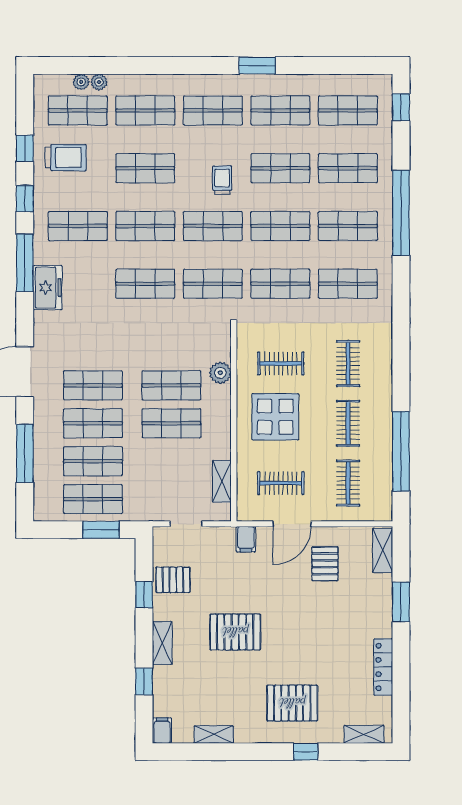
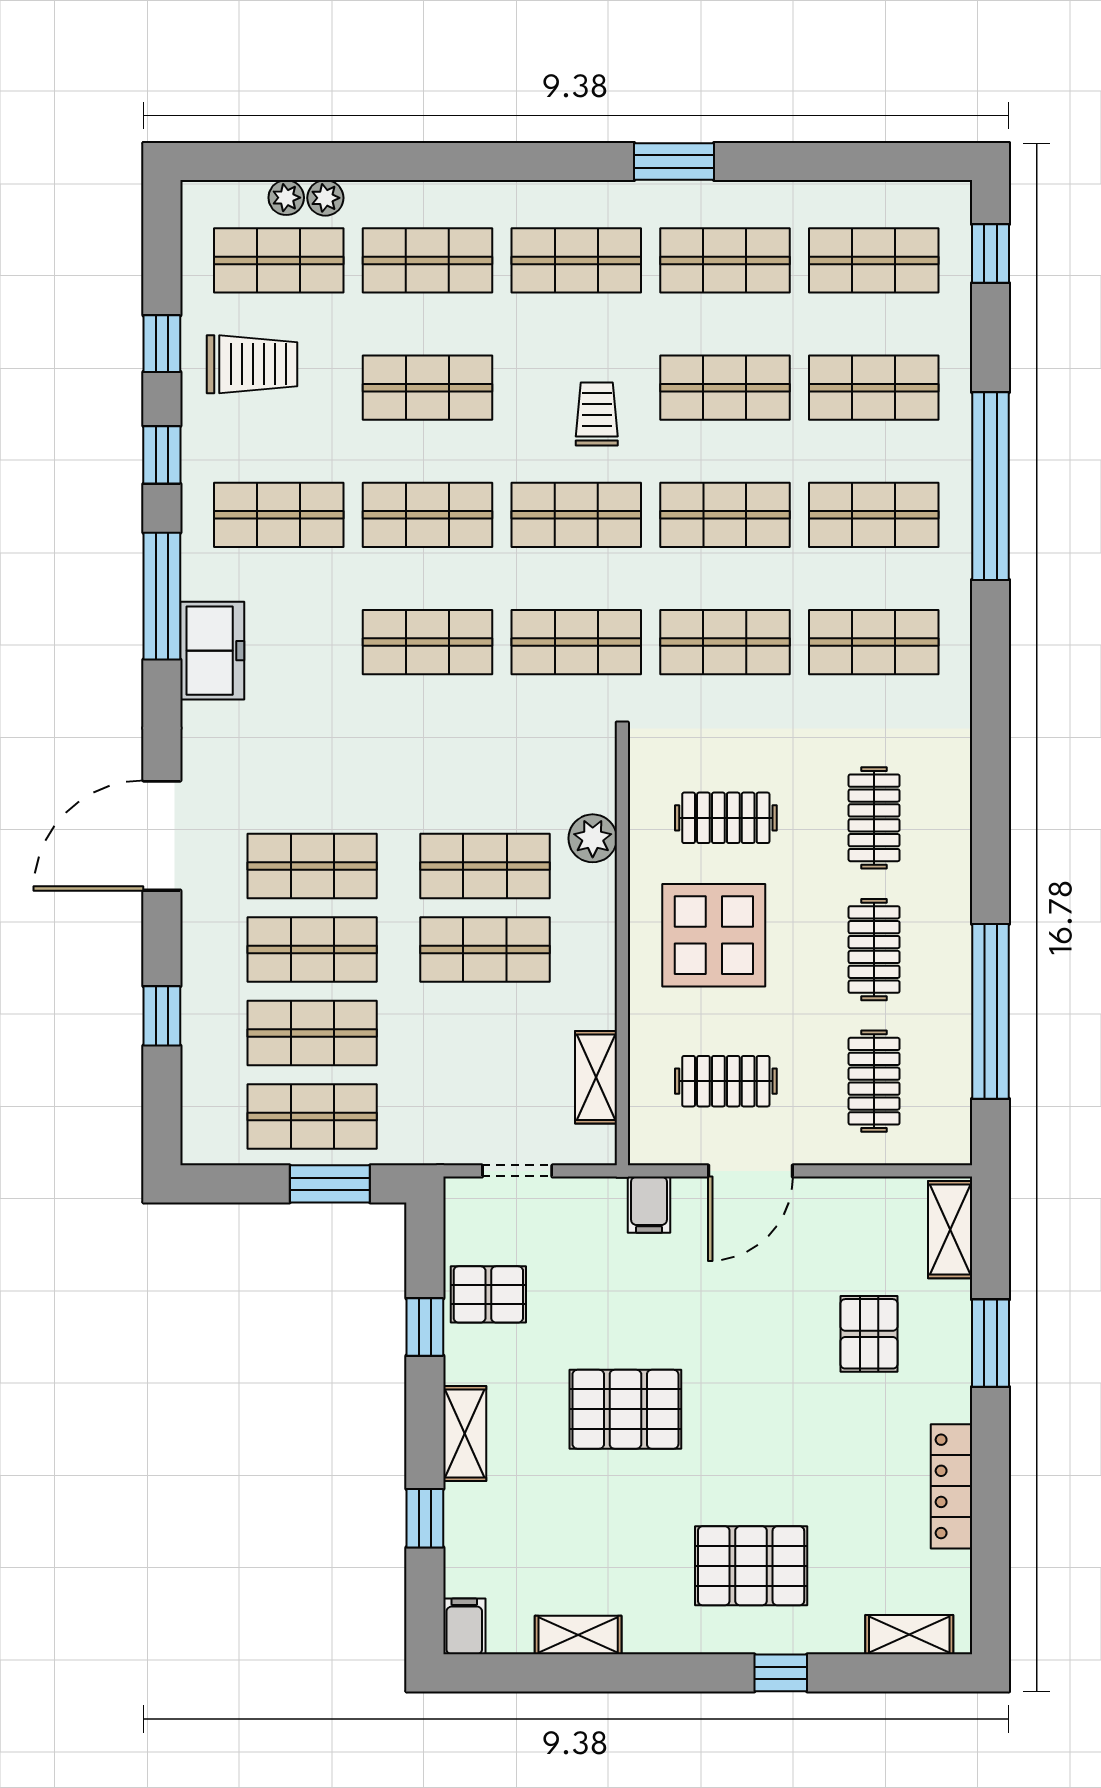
window: (25, 453) -> (162, 1016), width x0.46
pallet: (325, 564) -> (869, 1334), moved

